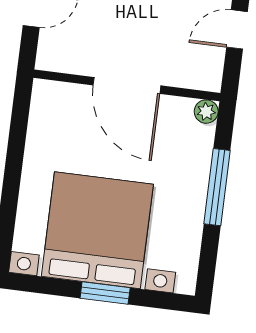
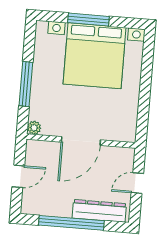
door: (127, 85) -> (81, 141), swing flipped
window: (105, 293) -> (88, 19), width x1.44

